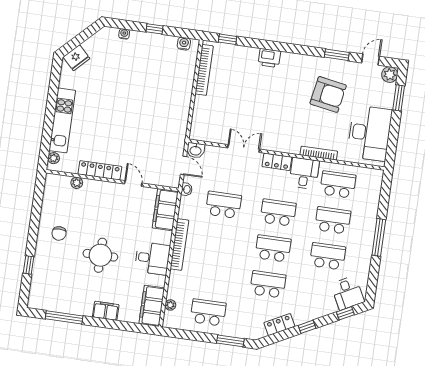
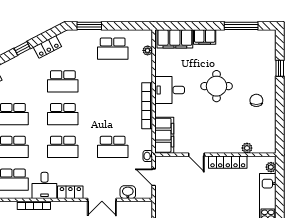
washbasin: (196, 150) -> (128, 192), moved
filing cabinet: (152, 306) -> (175, 39), moved, turned 90

